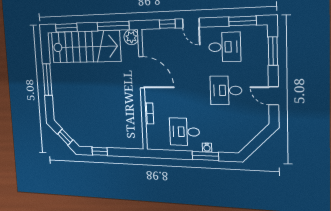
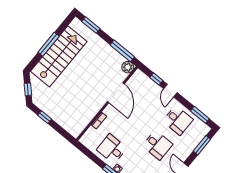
stairs: (86, 47) -> (59, 56), moved, turned -90
desk: (226, 90) -> (157, 145), turned 180

